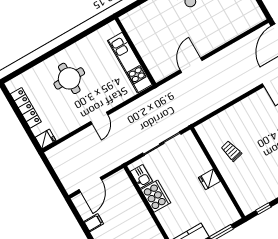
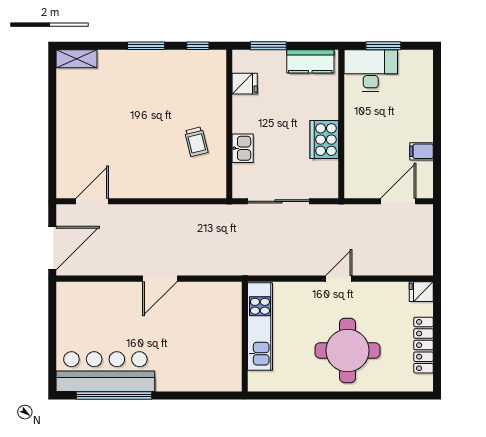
door: (191, 65) -> (160, 279), moved
round table: (69, 78) -> (348, 351), width x1.36, depth x1.36
kitchen sink: (141, 176) -> (243, 148), moved, turned 180
fridge: (209, 179) -> (245, 84), moved

